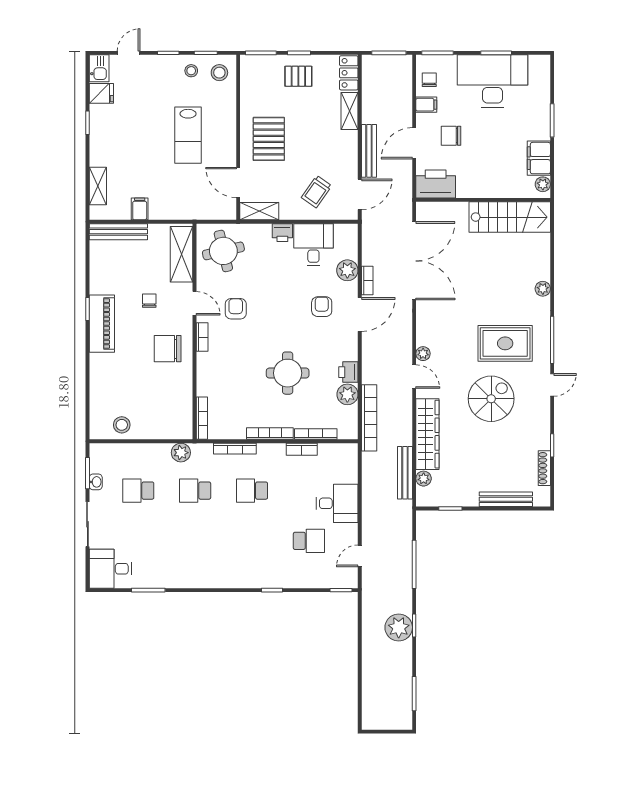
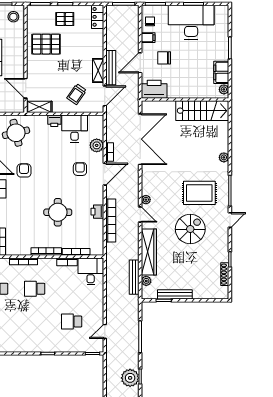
shelving: (349, 111) -> (98, 70), moved
pallet: (269, 139) -> (46, 44), moved, turned 90
plant: (347, 394) -> (97, 226), removed
bookcase: (369, 418) -> (111, 220), moved
bench: (506, 499) -> (175, 294), moved
desk: (337, 503) -> (91, 271), moved, turned -90
school desk: (309, 541) -> (72, 321), turned 180

